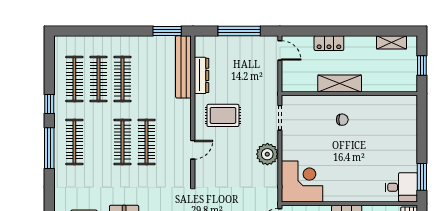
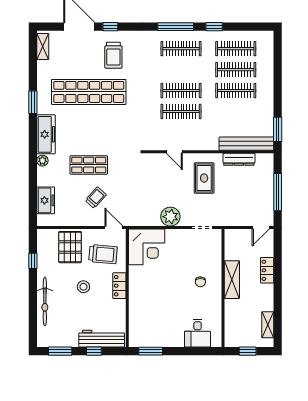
desk: (401, 187) -> (198, 333), moved

